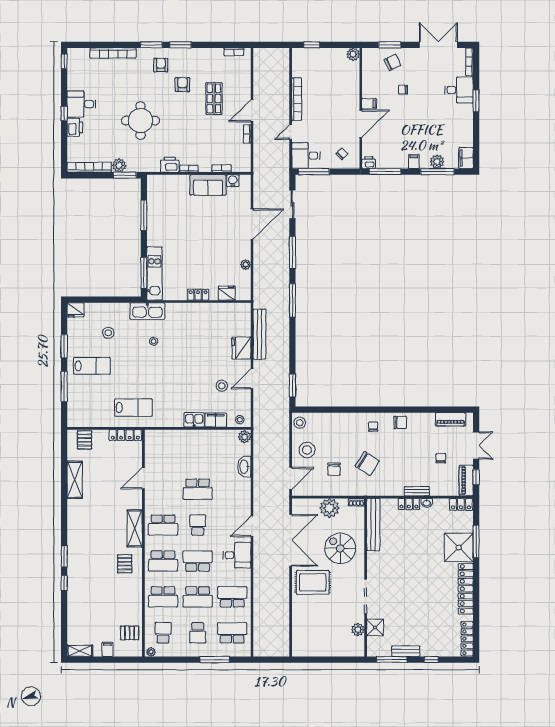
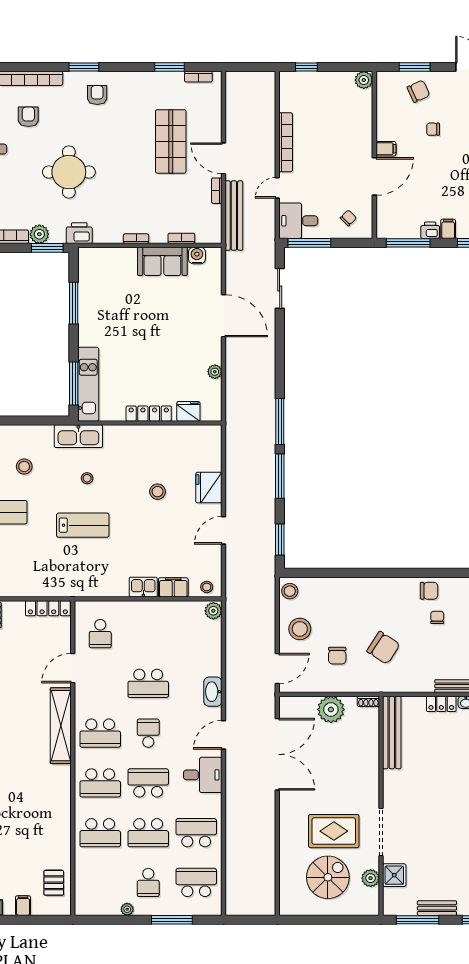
window: (180, 45) -> (169, 67), moved
armchair: (182, 84) -> (28, 117), moved
shop shelf: (214, 98) -> (171, 141), width x1.43, depth x1.36
door: (252, 111) -> (224, 158), hinge flipped
printer: (369, 163) -> (430, 230), moved
printer: (170, 165) -> (79, 233), moved
door: (252, 224) -> (224, 316), hinge flipped
window: (292, 252) -> (280, 476), moved
locker: (198, 295) -> (149, 414), width x1.53
bench: (259, 334) -> (234, 216), moved
stool: (222, 386) -> (158, 492), moved
lab bench: (133, 408) -> (83, 525), moved
chair: (373, 427) -> (437, 617), moved
washbasin: (244, 467) -> (213, 692), moved
shelving: (135, 528) -> (61, 726), width x1.47
spiral stairs: (340, 548) -> (328, 877), moved, turned 90
pallet: (125, 564) -> (47, 787), removed
rug: (313, 582) -> (334, 831), moved
pallet: (130, 633) -> (54, 883), turned 90
school desk: (163, 633) -> (100, 634), moved, turned 180
plant: (151, 652) -> (127, 909), moved

